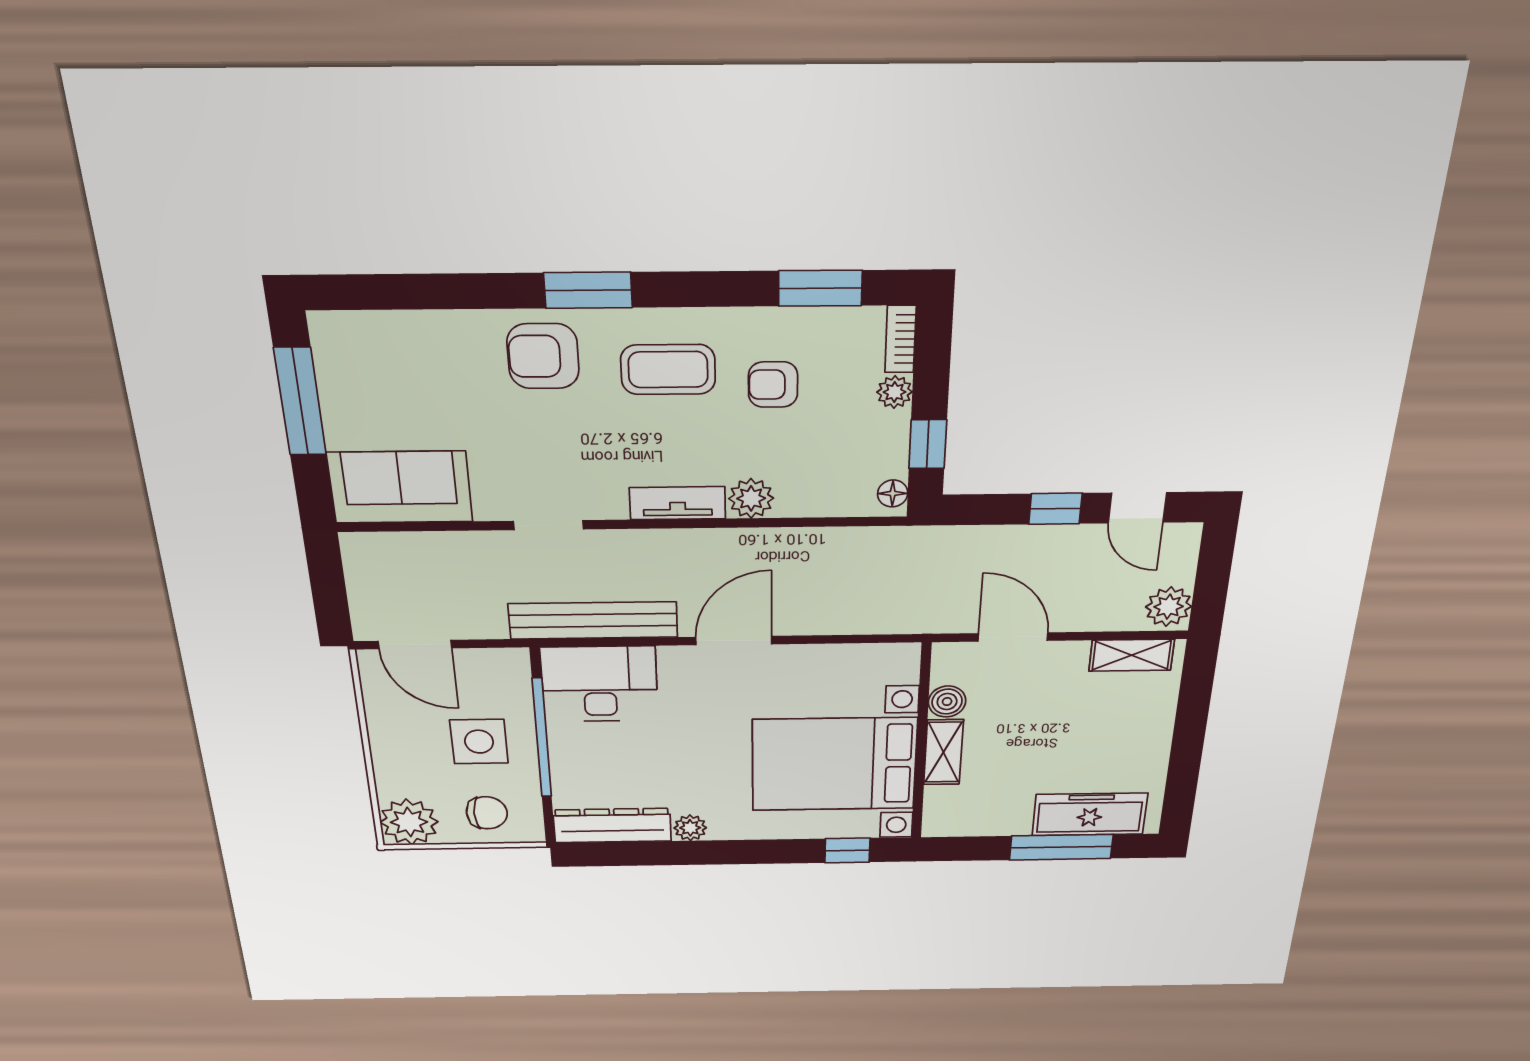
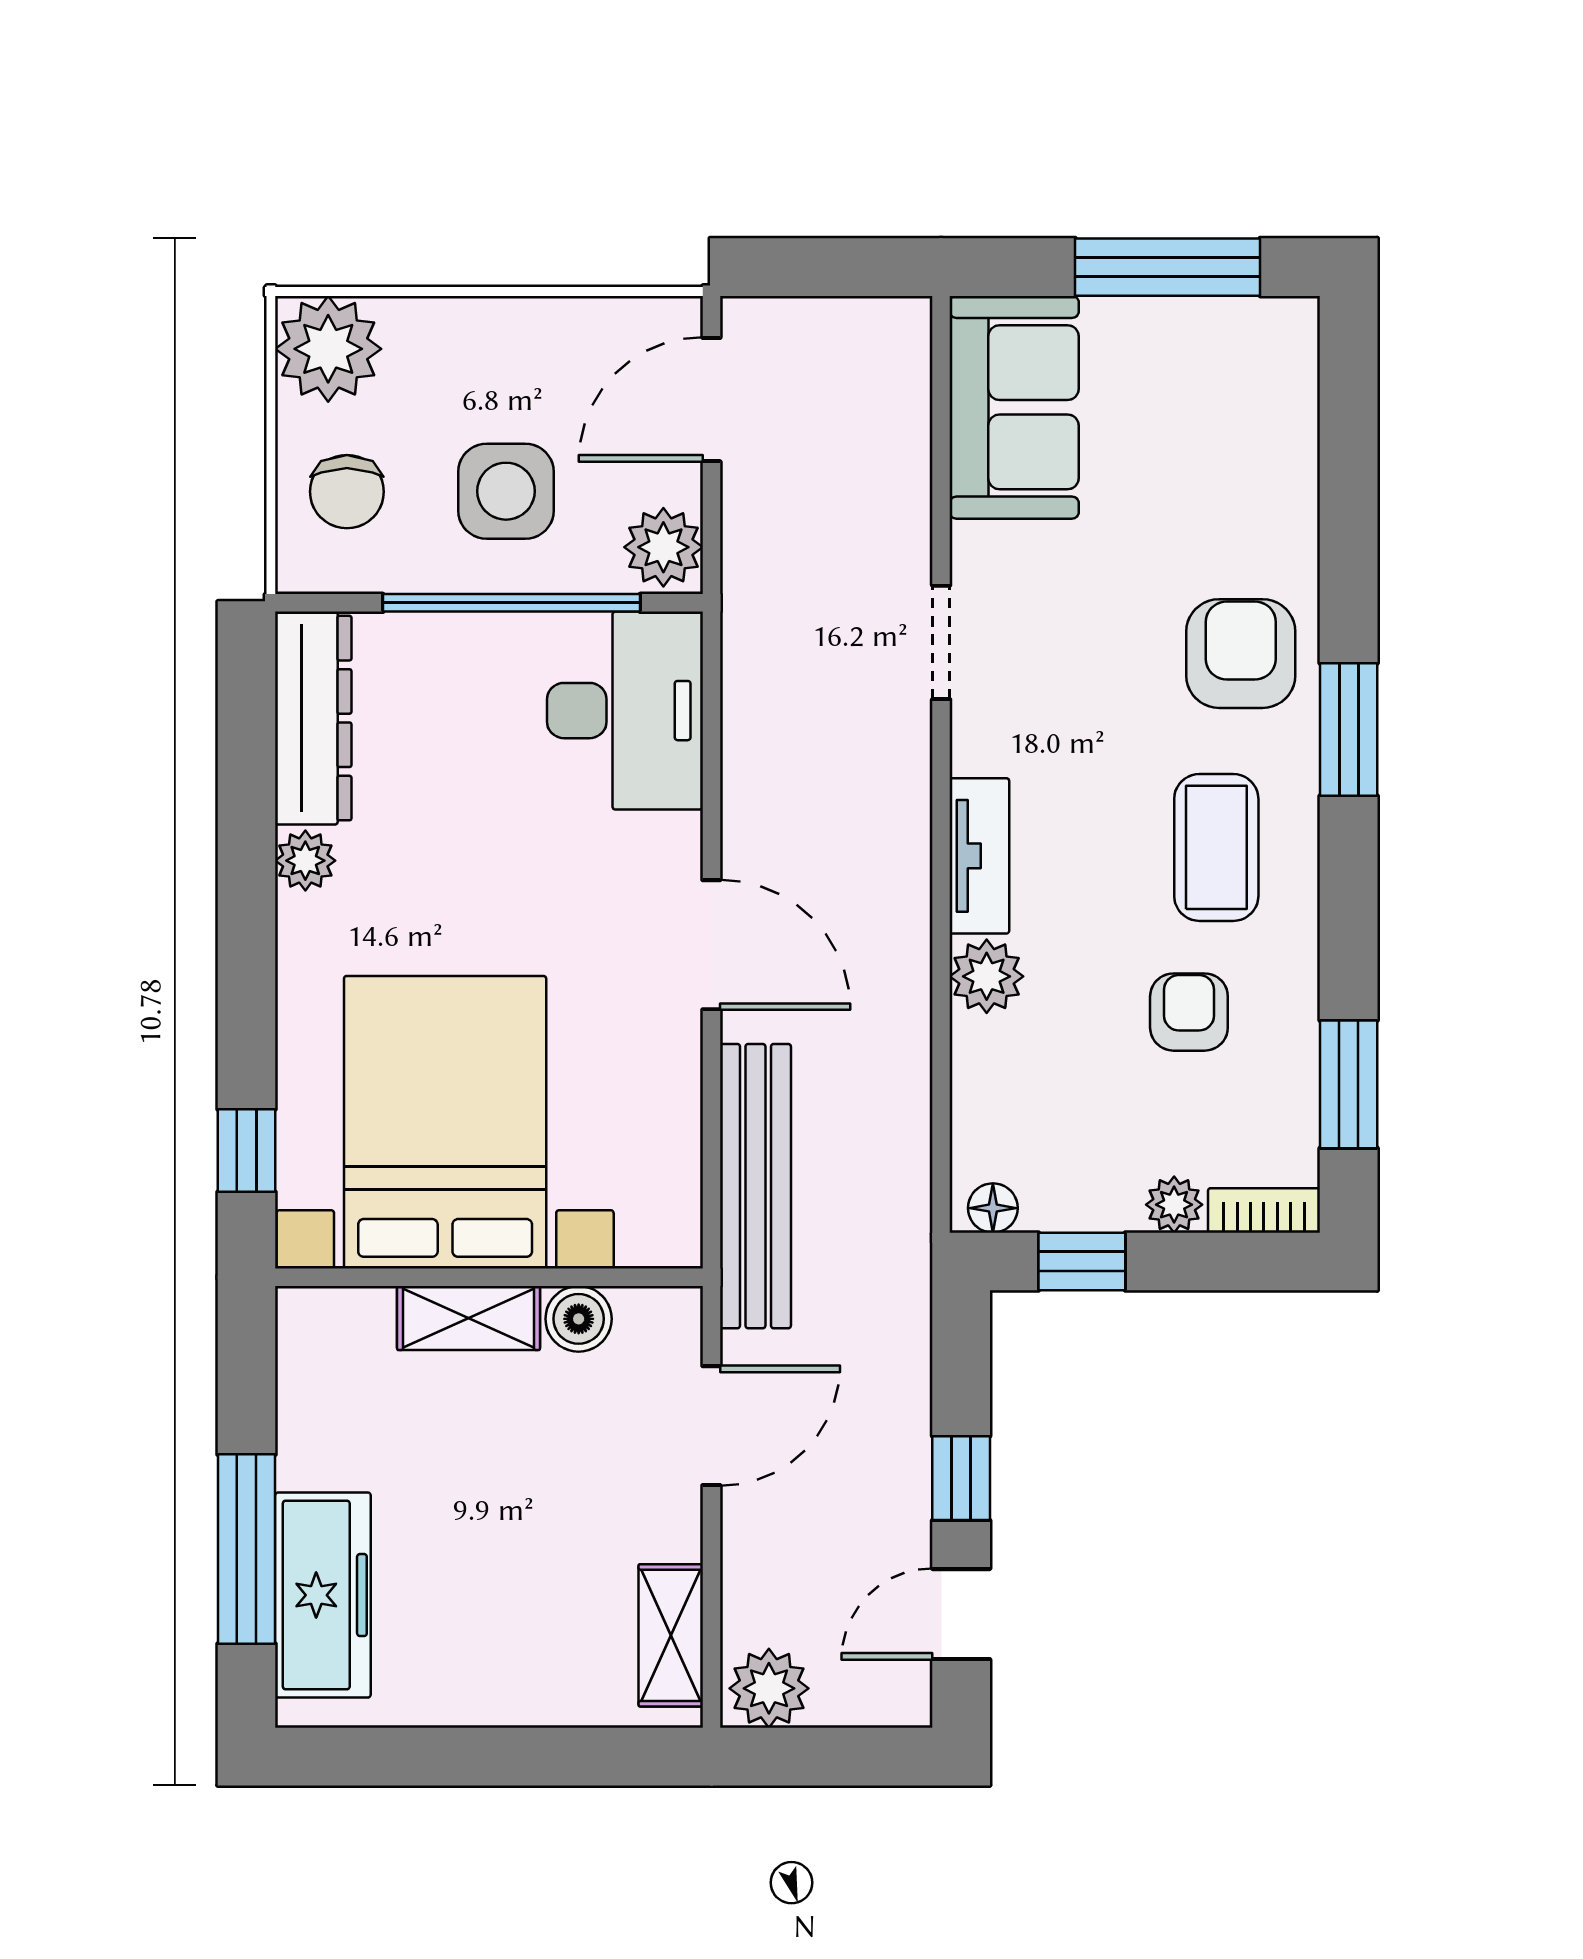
bench: (593, 620) -> (755, 1186), moved
plant: (504, 667) -> (663, 547), added

